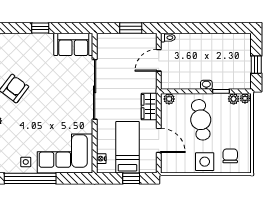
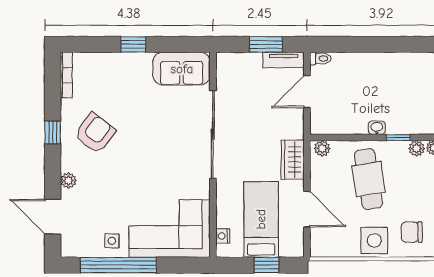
tv unit: (143, 39) -> (284, 60), added
chair: (230, 156) -> (412, 232), turned -90

